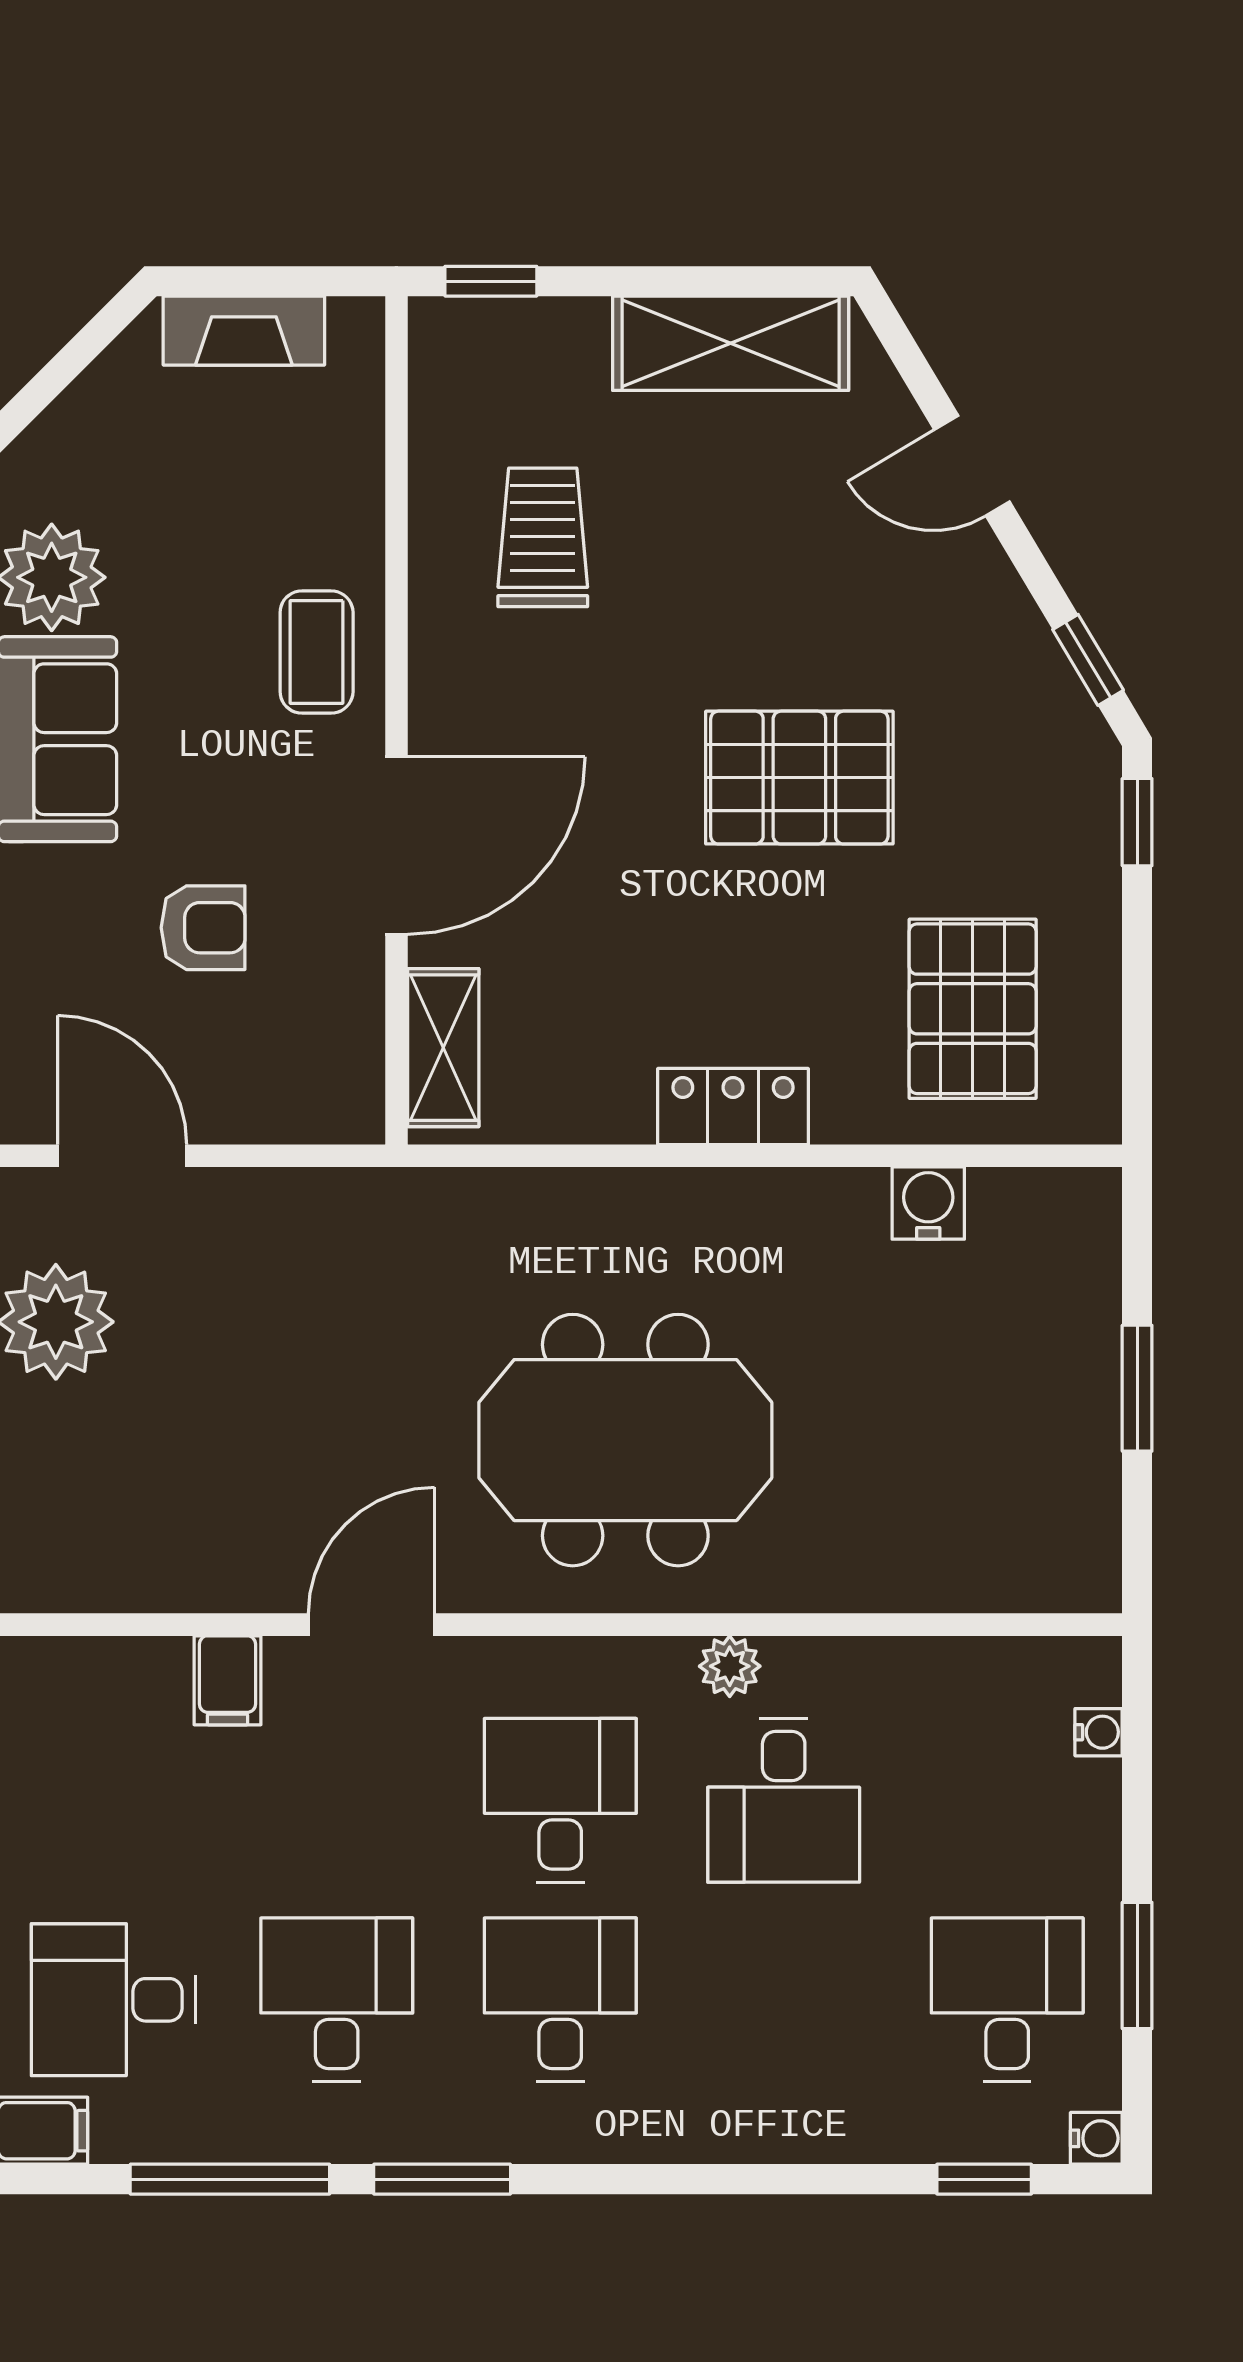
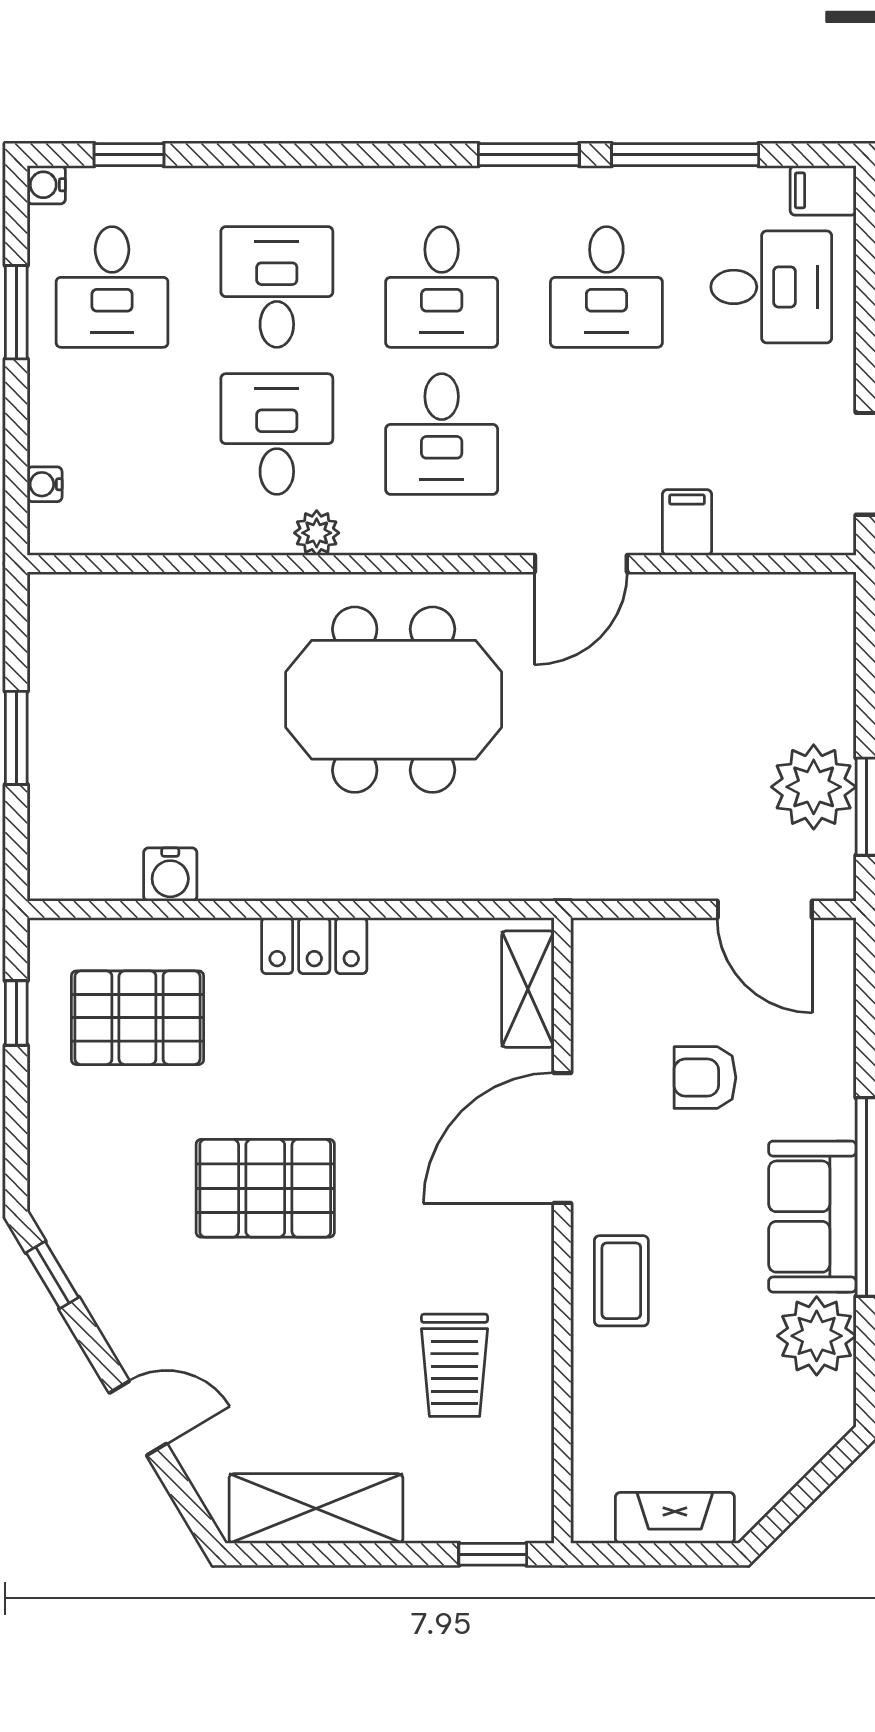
window: (1137, 822) -> (16, 1013), moved
pallet: (973, 1009) -> (137, 1018), turned 90
desk: (784, 2000) -> (277, 287), added

